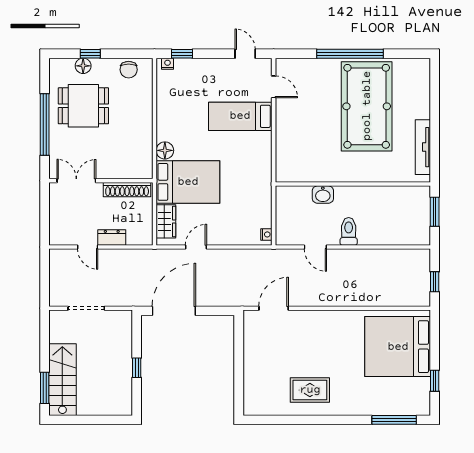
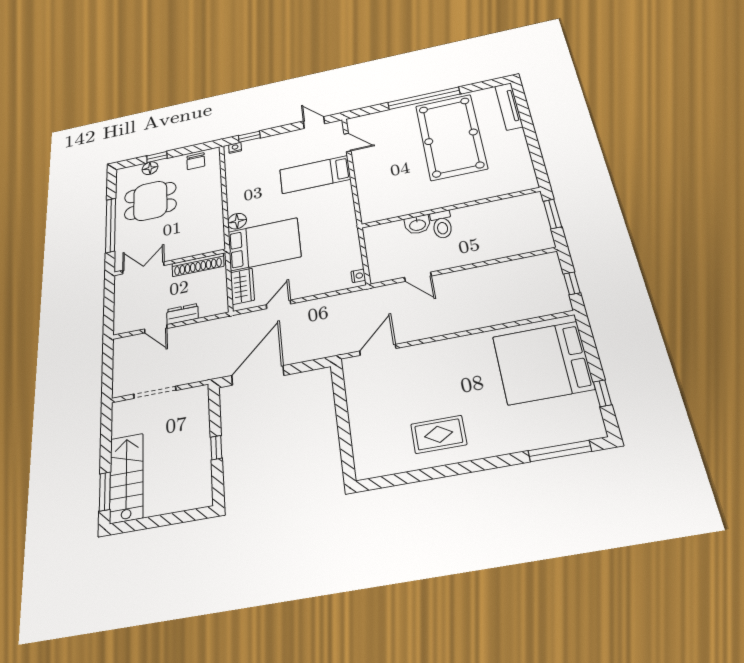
tv unit: (423, 147) -> (509, 106), moved
toilet: (349, 231) -> (442, 225), moved, turned 180

